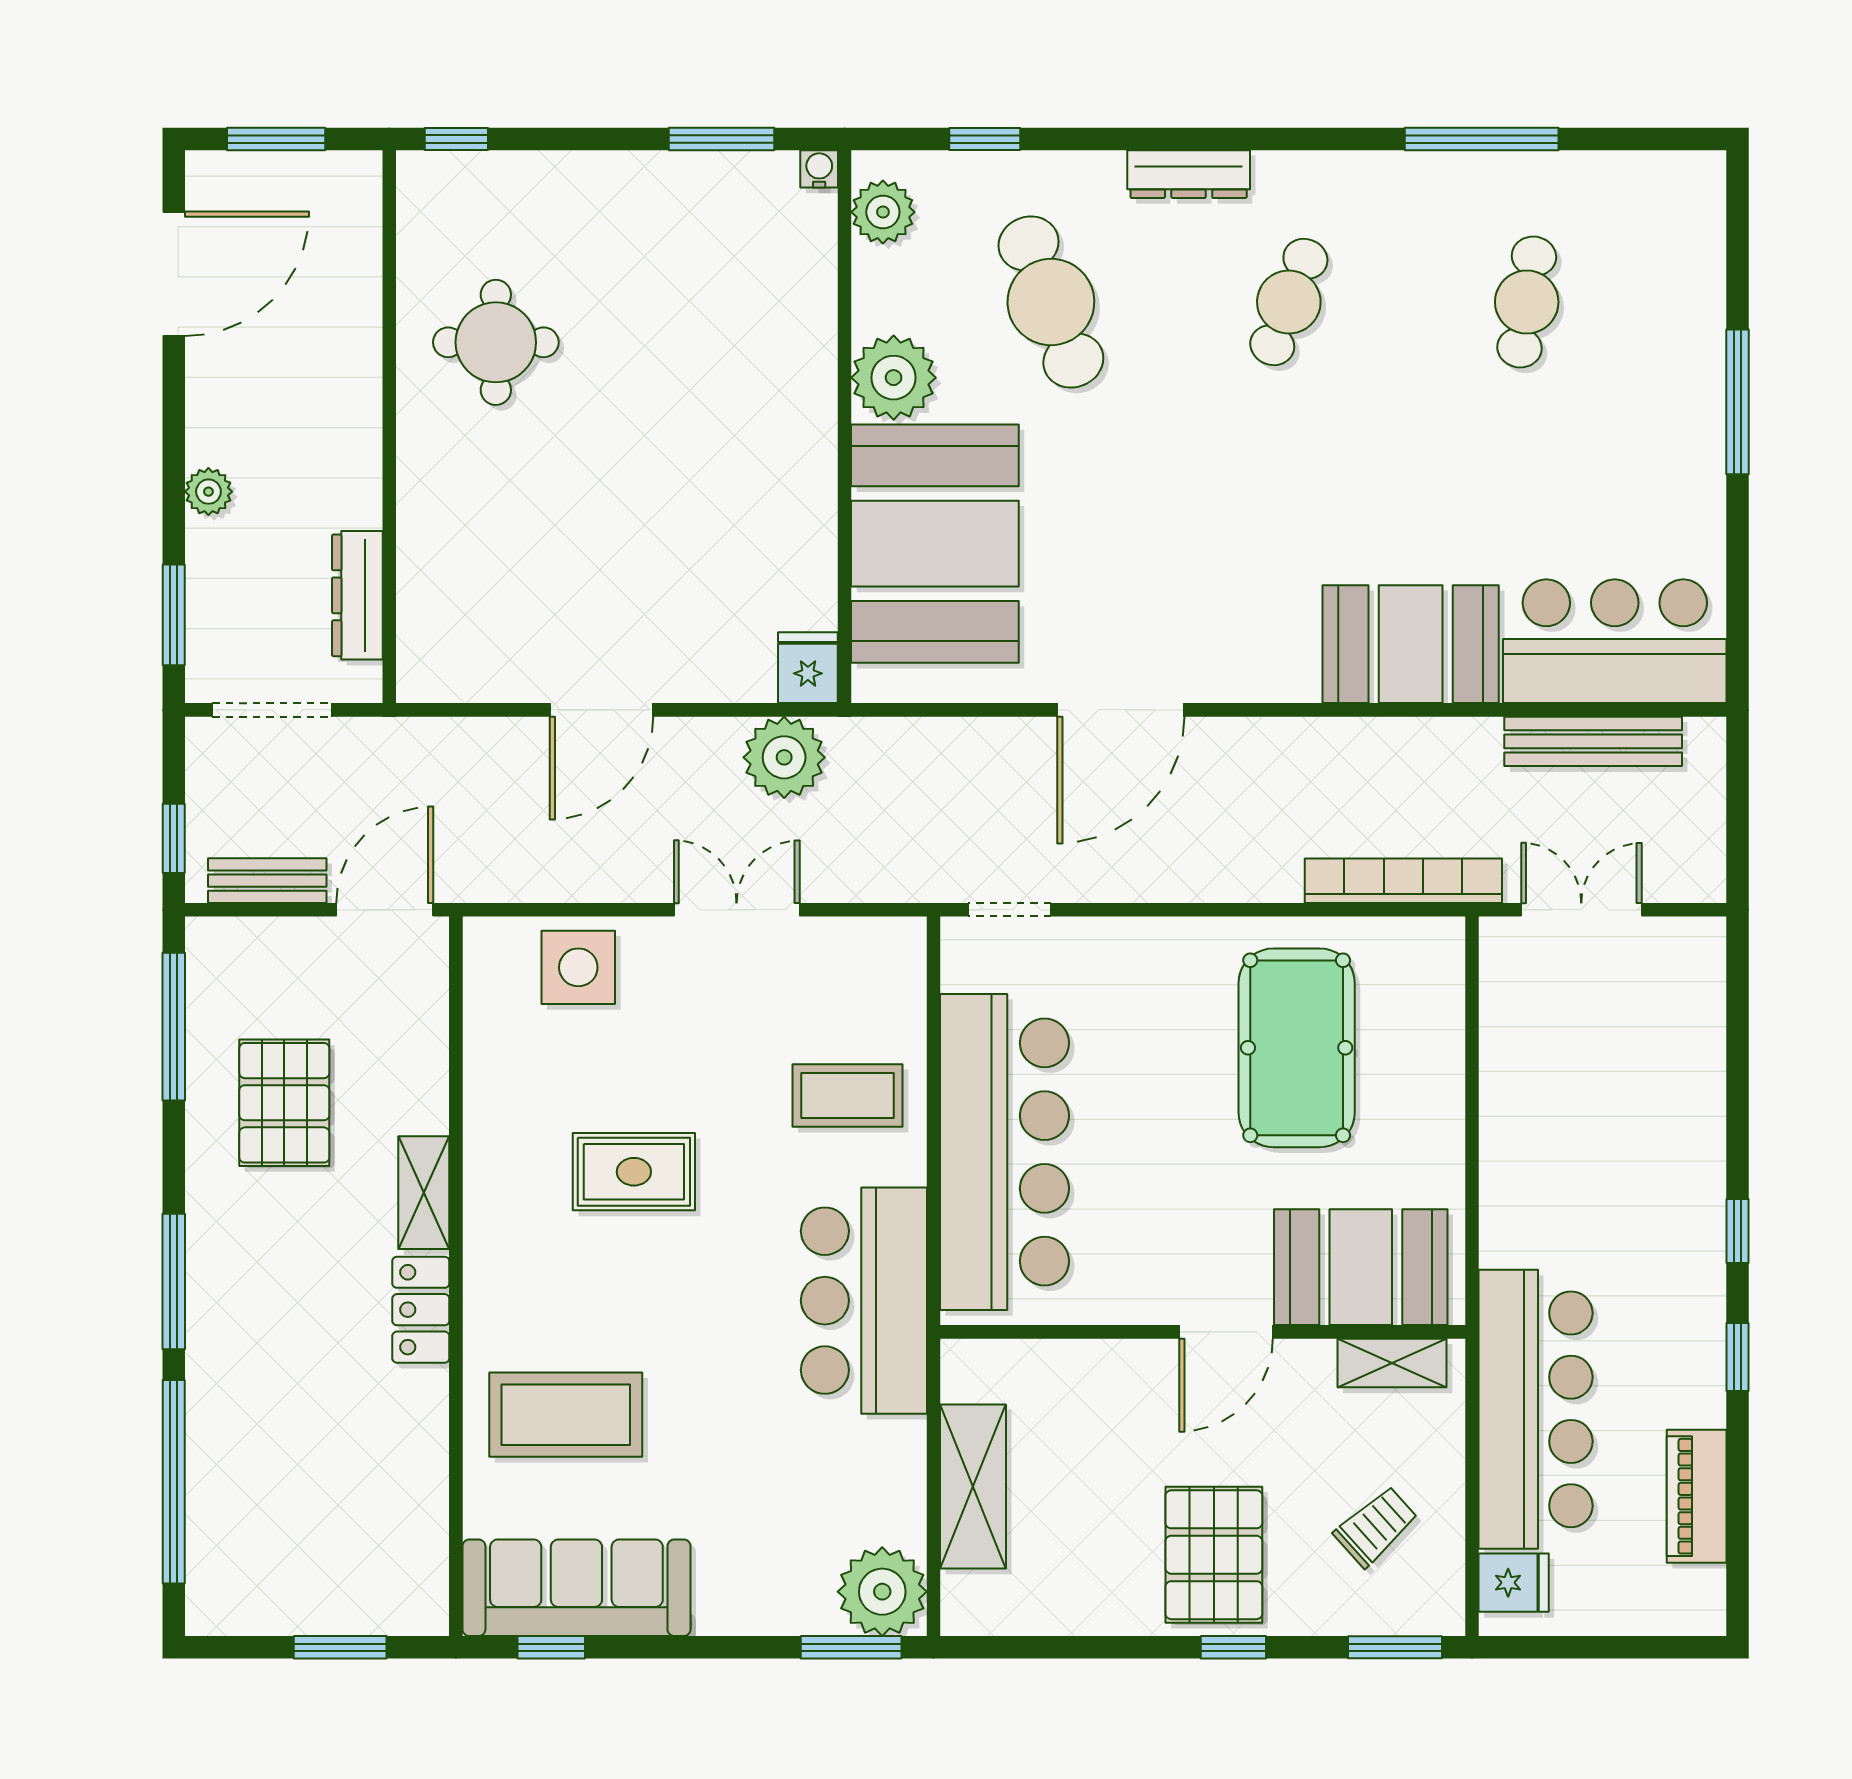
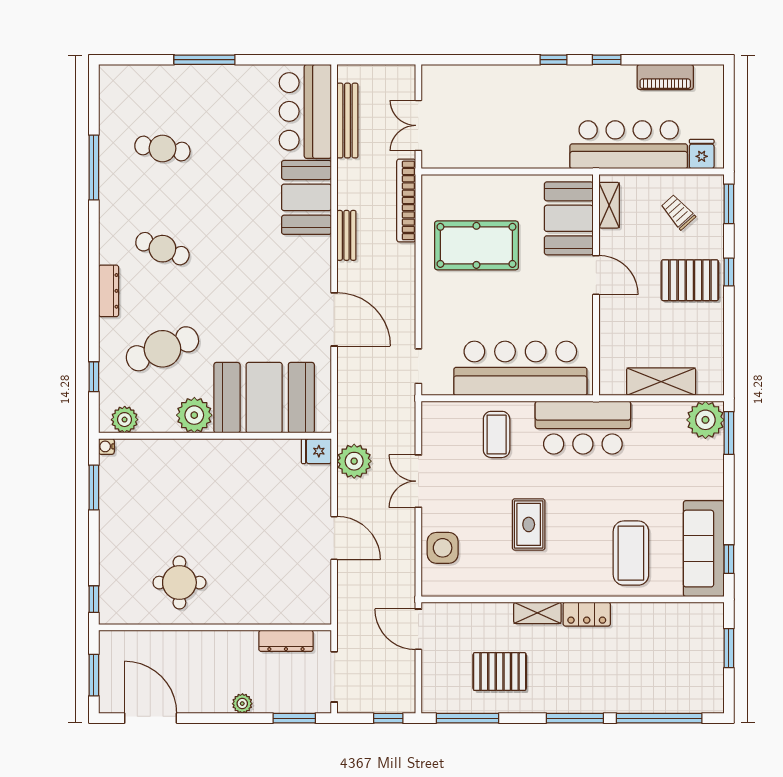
bench: (267, 881) -> (346, 235), moved

